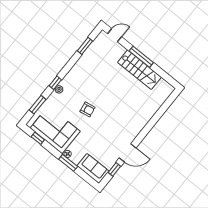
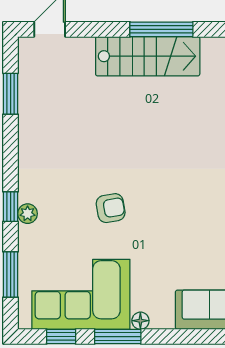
window: (141, 57) -> (161, 29), moved
window: (68, 163) -> (118, 337), moved

